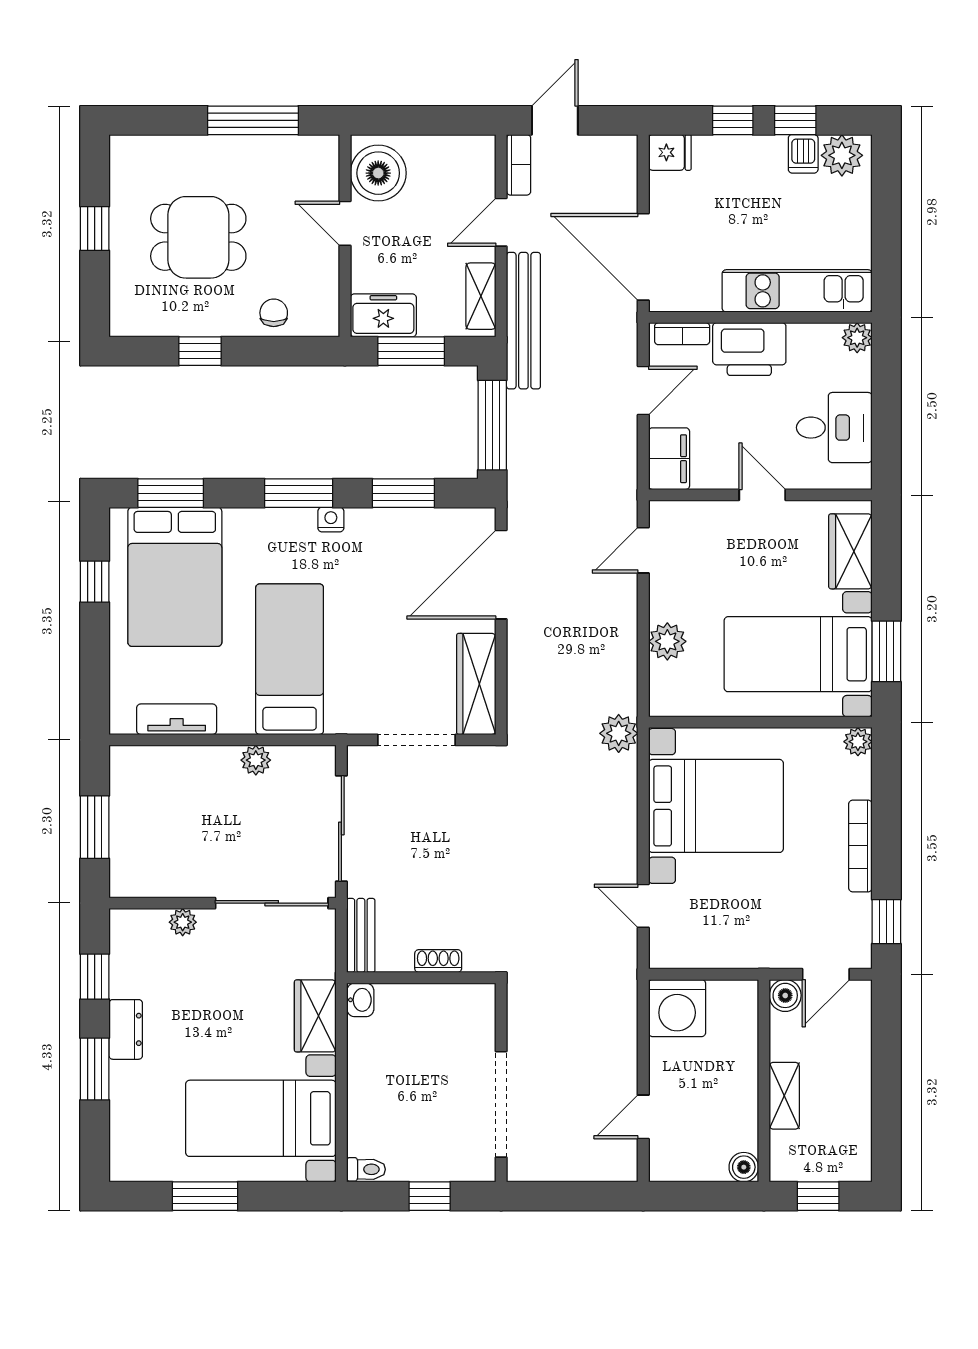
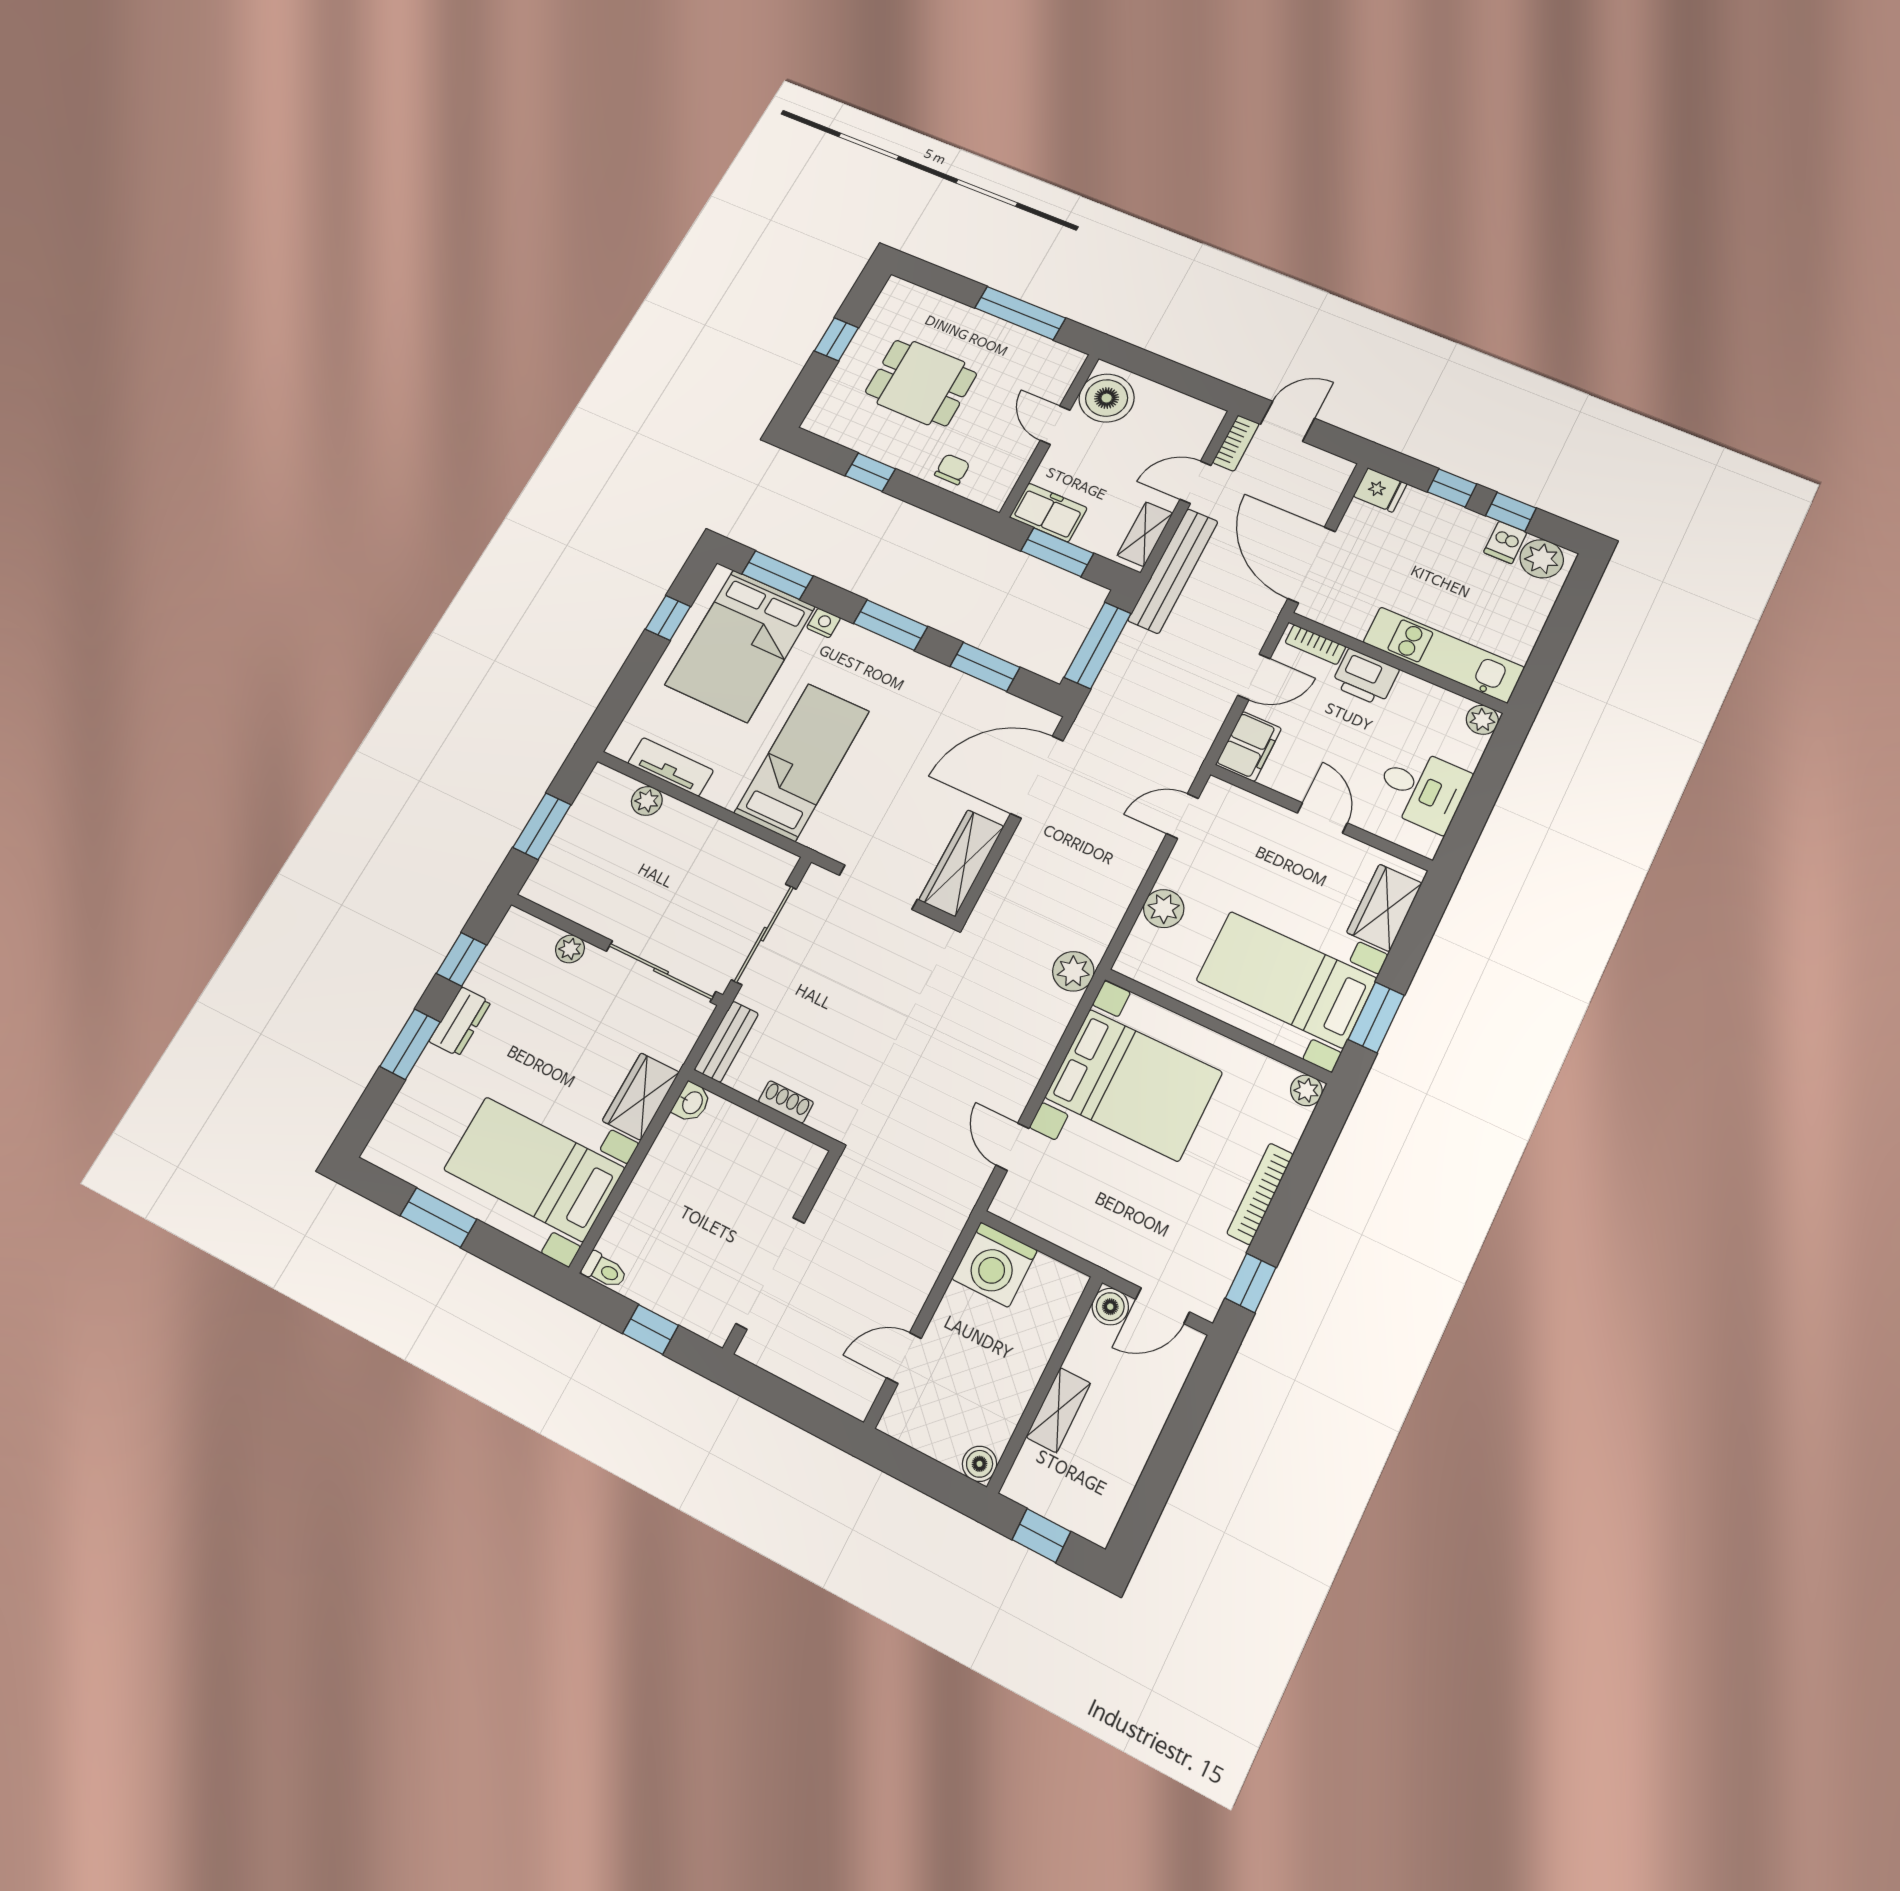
printer: (749, 349) -> (1365, 677), width x0.73, depth x0.84
nightstand: (331, 520) -> (824, 623), moved
plant: (256, 760) -> (647, 801), moved

